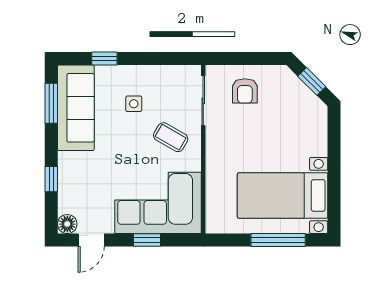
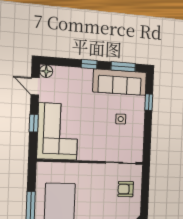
coffee table: (171, 137) -> (99, 141), removed
window: (51, 179) -> (89, 64), moved

